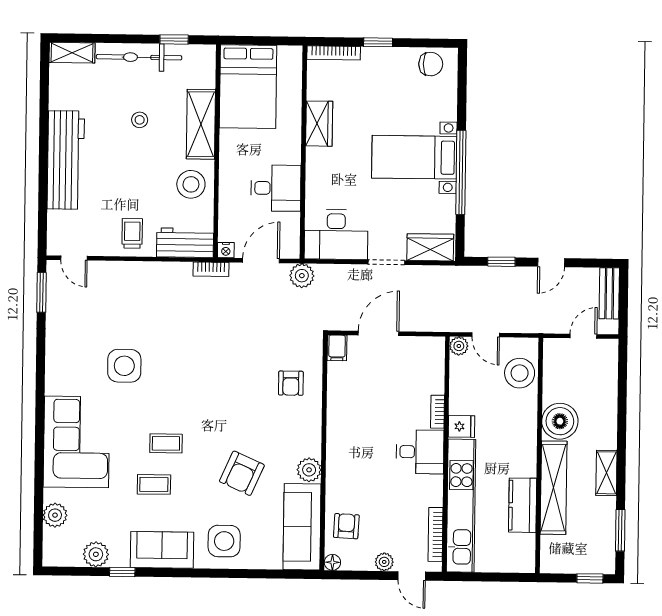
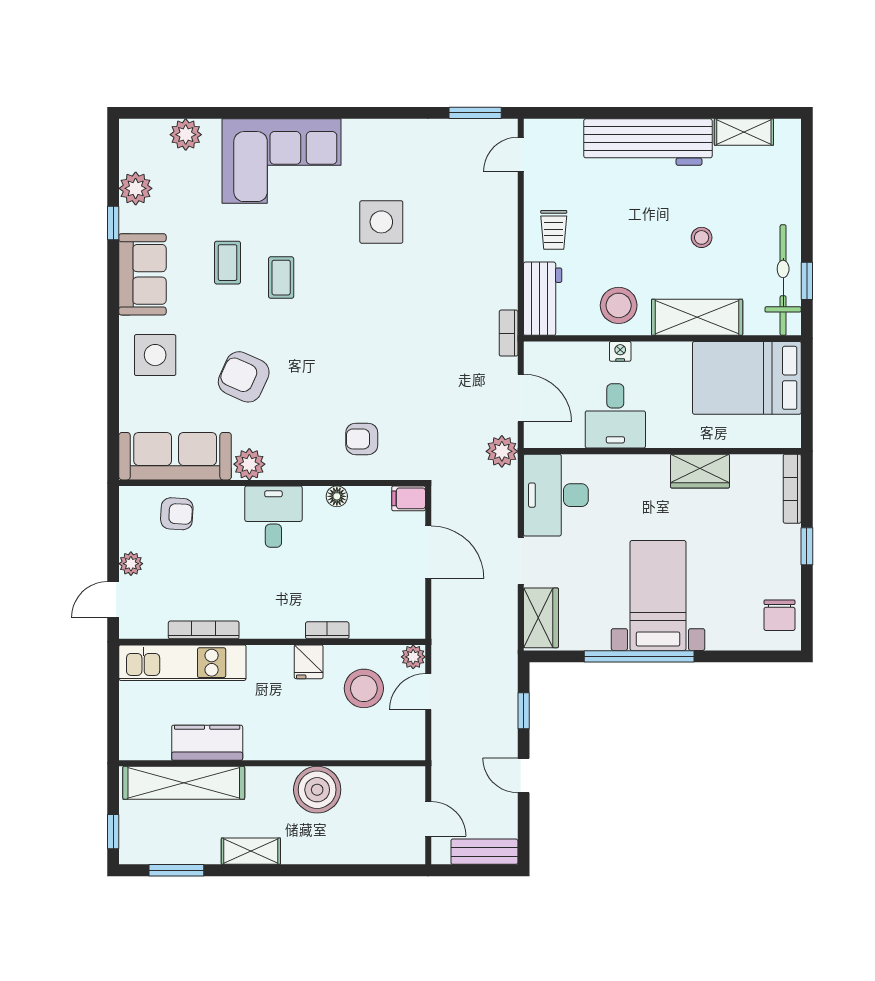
shelving: (72, 53) -> (744, 132), moved, turned 90
bicycle: (139, 57) -> (783, 280), moved
trolley: (132, 233) -> (554, 230), turned 90
nightstand: (226, 250) -> (620, 351), moved, turned 90
stool: (520, 373) -> (364, 688), moved
desk: (420, 452) -> (273, 517), moved, turned 180
shelving: (554, 488) -> (184, 783), moved
kitchen unit: (461, 506) -> (182, 663), width x0.73
bookcase: (436, 534) -> (204, 630), moved
floor lamp: (332, 562) -> (337, 496), moved

